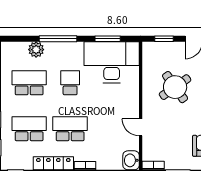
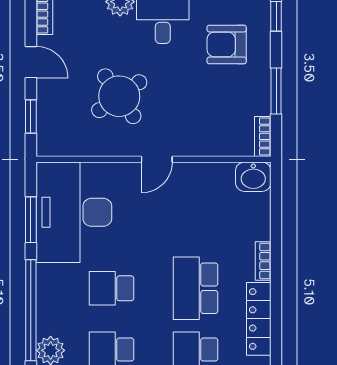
window: (58, 39) -> (31, 310), width x1.46
door: (141, 127) -> (157, 159), moved

